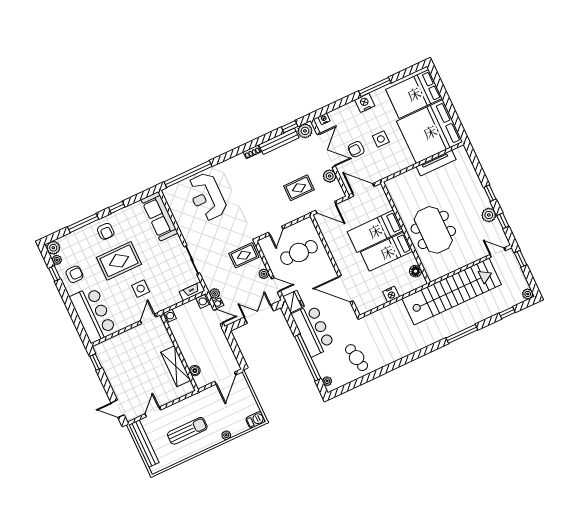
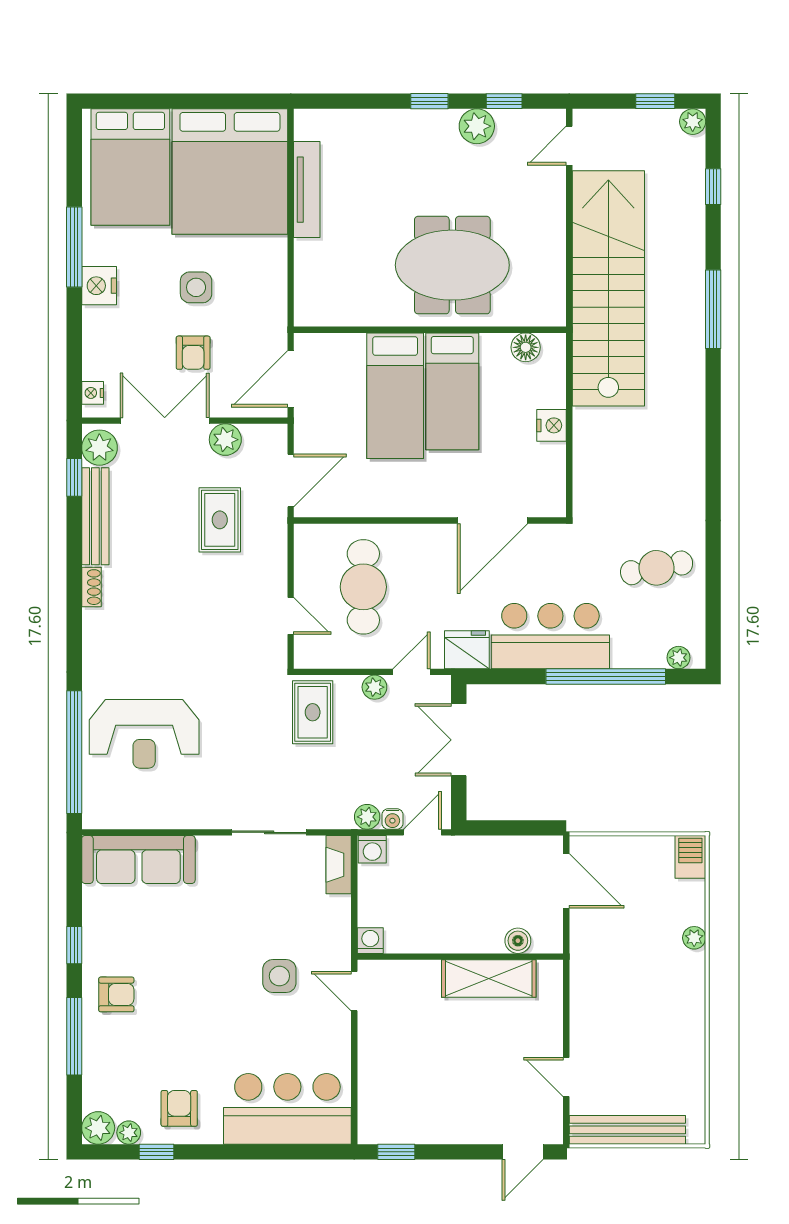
window: (520, 259) -> (655, 101), moved
rug: (119, 261) -> (195, 996), removed
sun lounger: (187, 431) -> (644, 1020), removed

